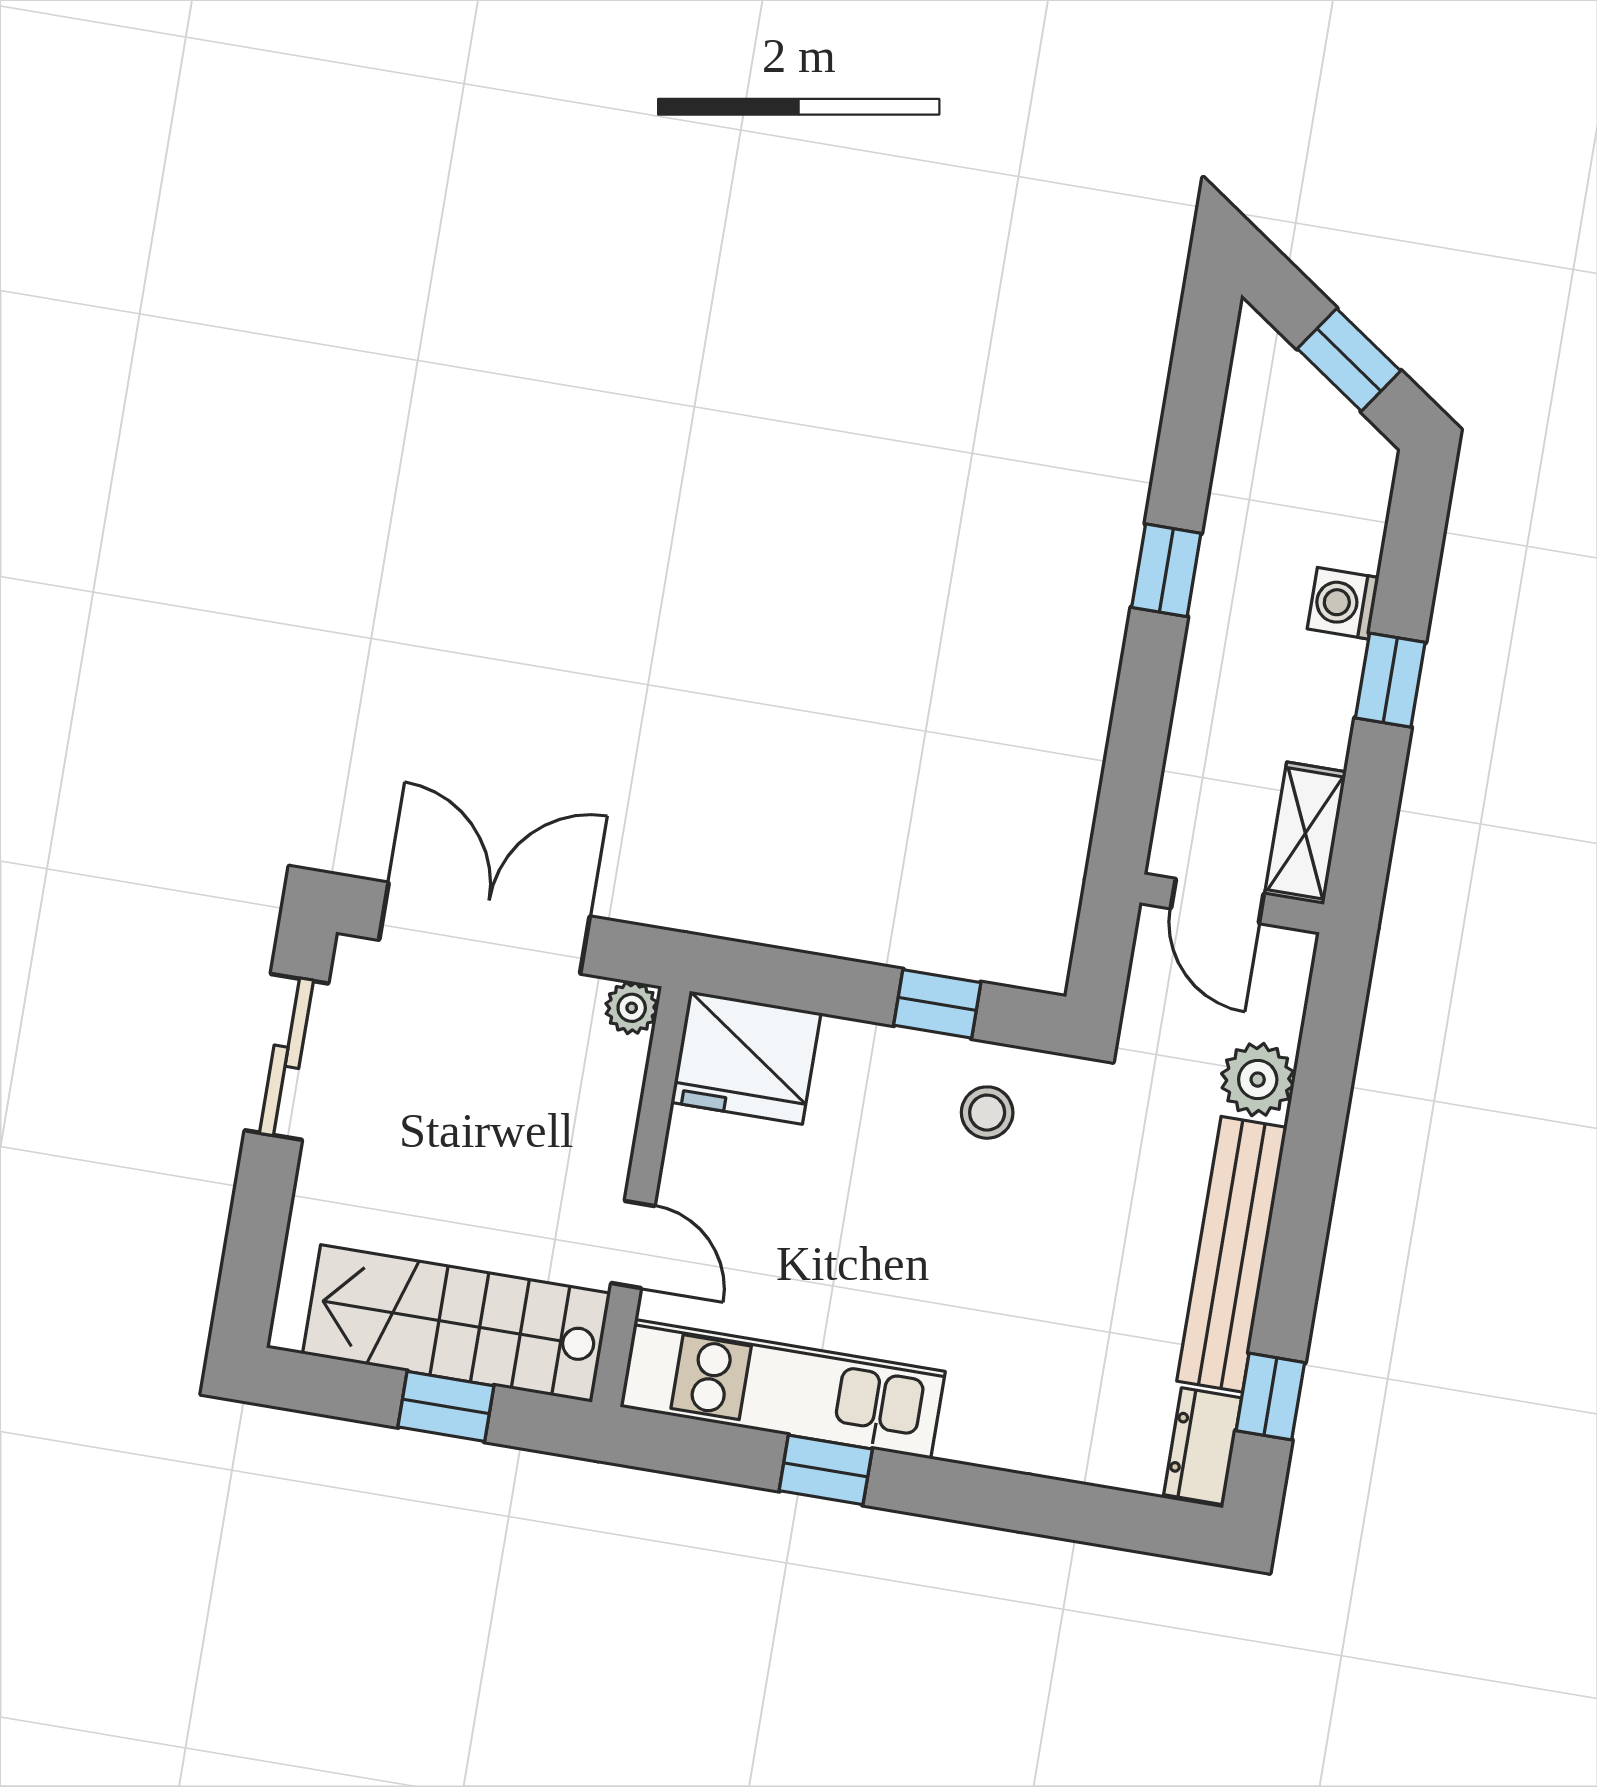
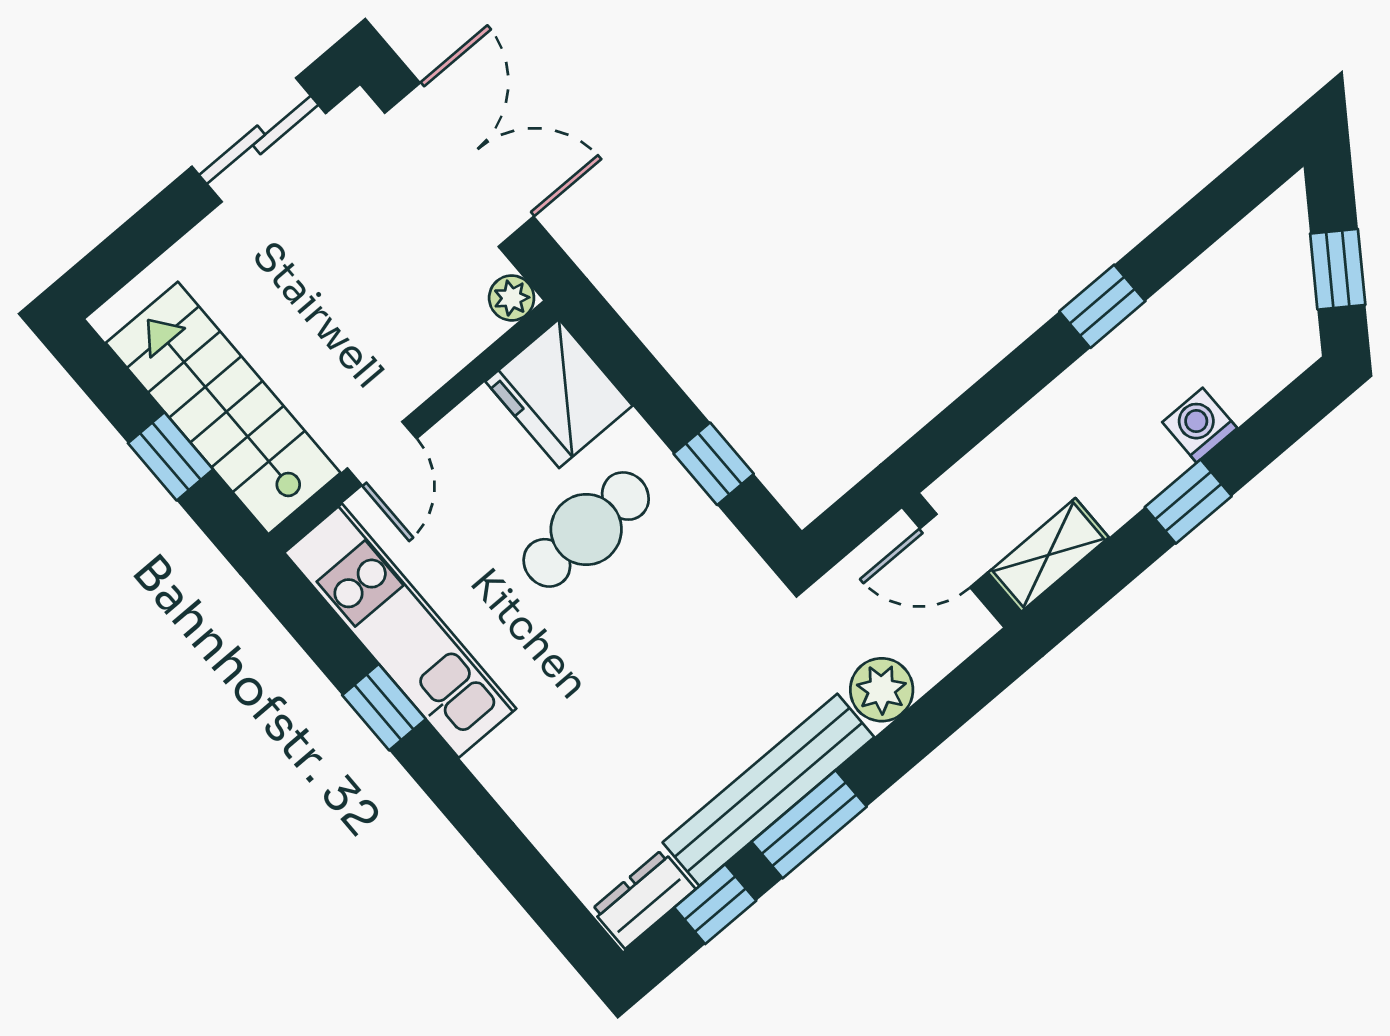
door: (1217, 901) -> (953, 551), hinge flipped
stool: (987, 1113) -> (686, 562), removed
cafe table: (873, 1159) -> (586, 529), added
window: (1294, 1254) -> (809, 824), added

